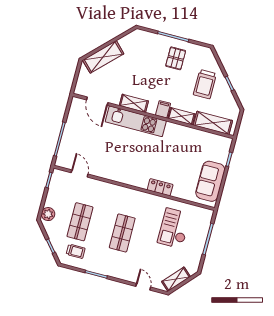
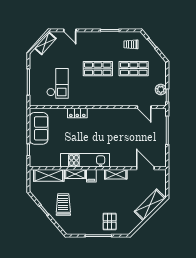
pallet: (176, 58) -> (110, 222), moved
kitchen unit: (136, 121) -> (85, 160), moved
plant: (48, 214) -> (161, 89), moved
shop shelf: (80, 222) -> (134, 69), turned 90
shop shelf: (122, 233) -> (98, 69), turned 90

